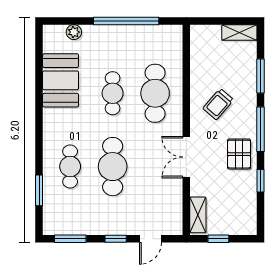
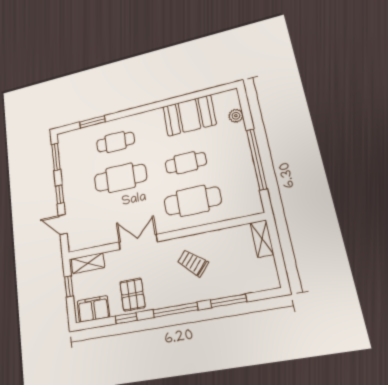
shelving: (239, 32) -> (262, 239), moved
pallet: (239, 154) -> (132, 295), moved, turned 90
filing cabinet: (246, 214) -> (93, 309), added

